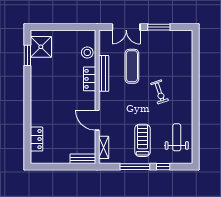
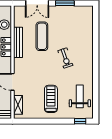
window: (135, 167) -> (45, 121), removed
window: (163, 167) -> (80, 121), moved

